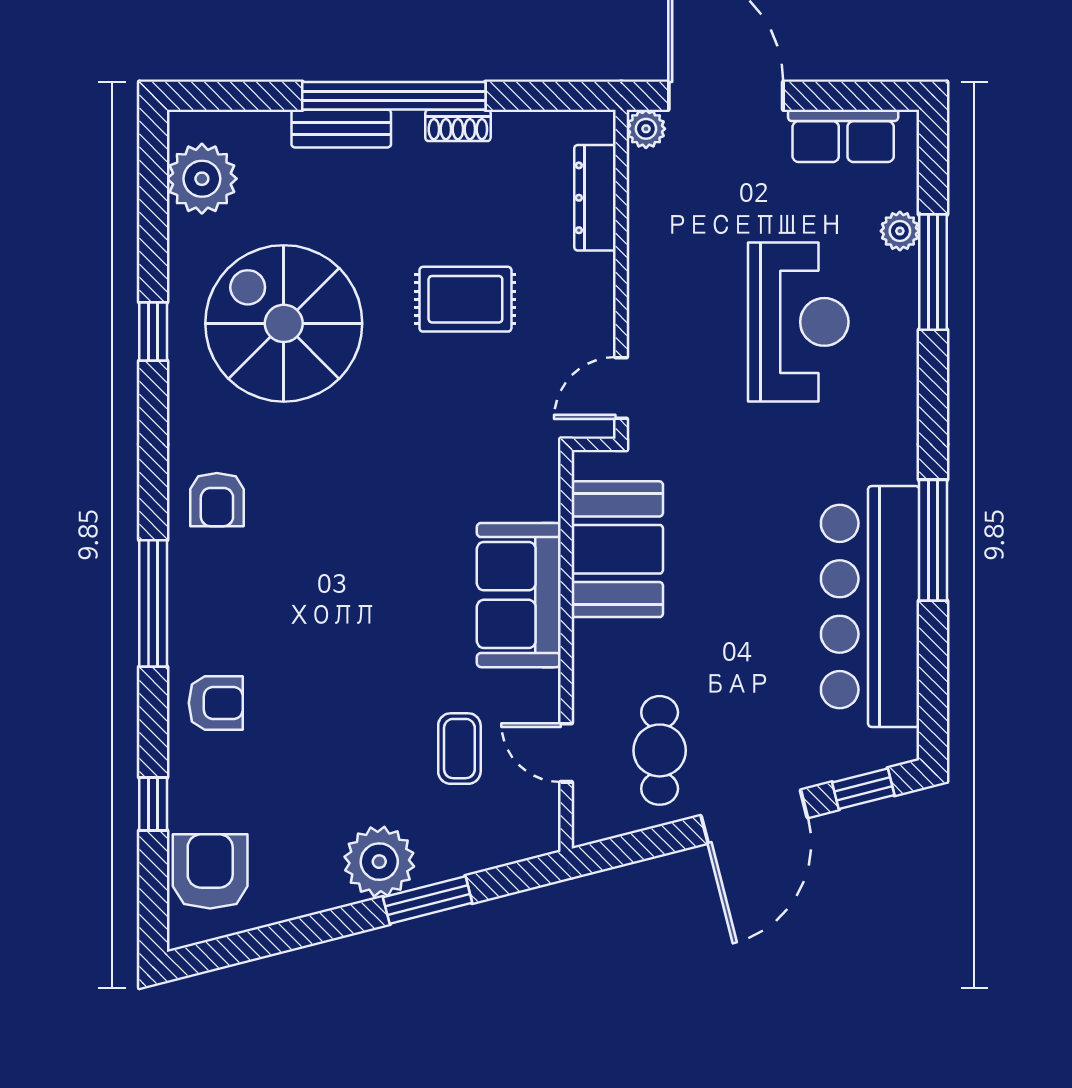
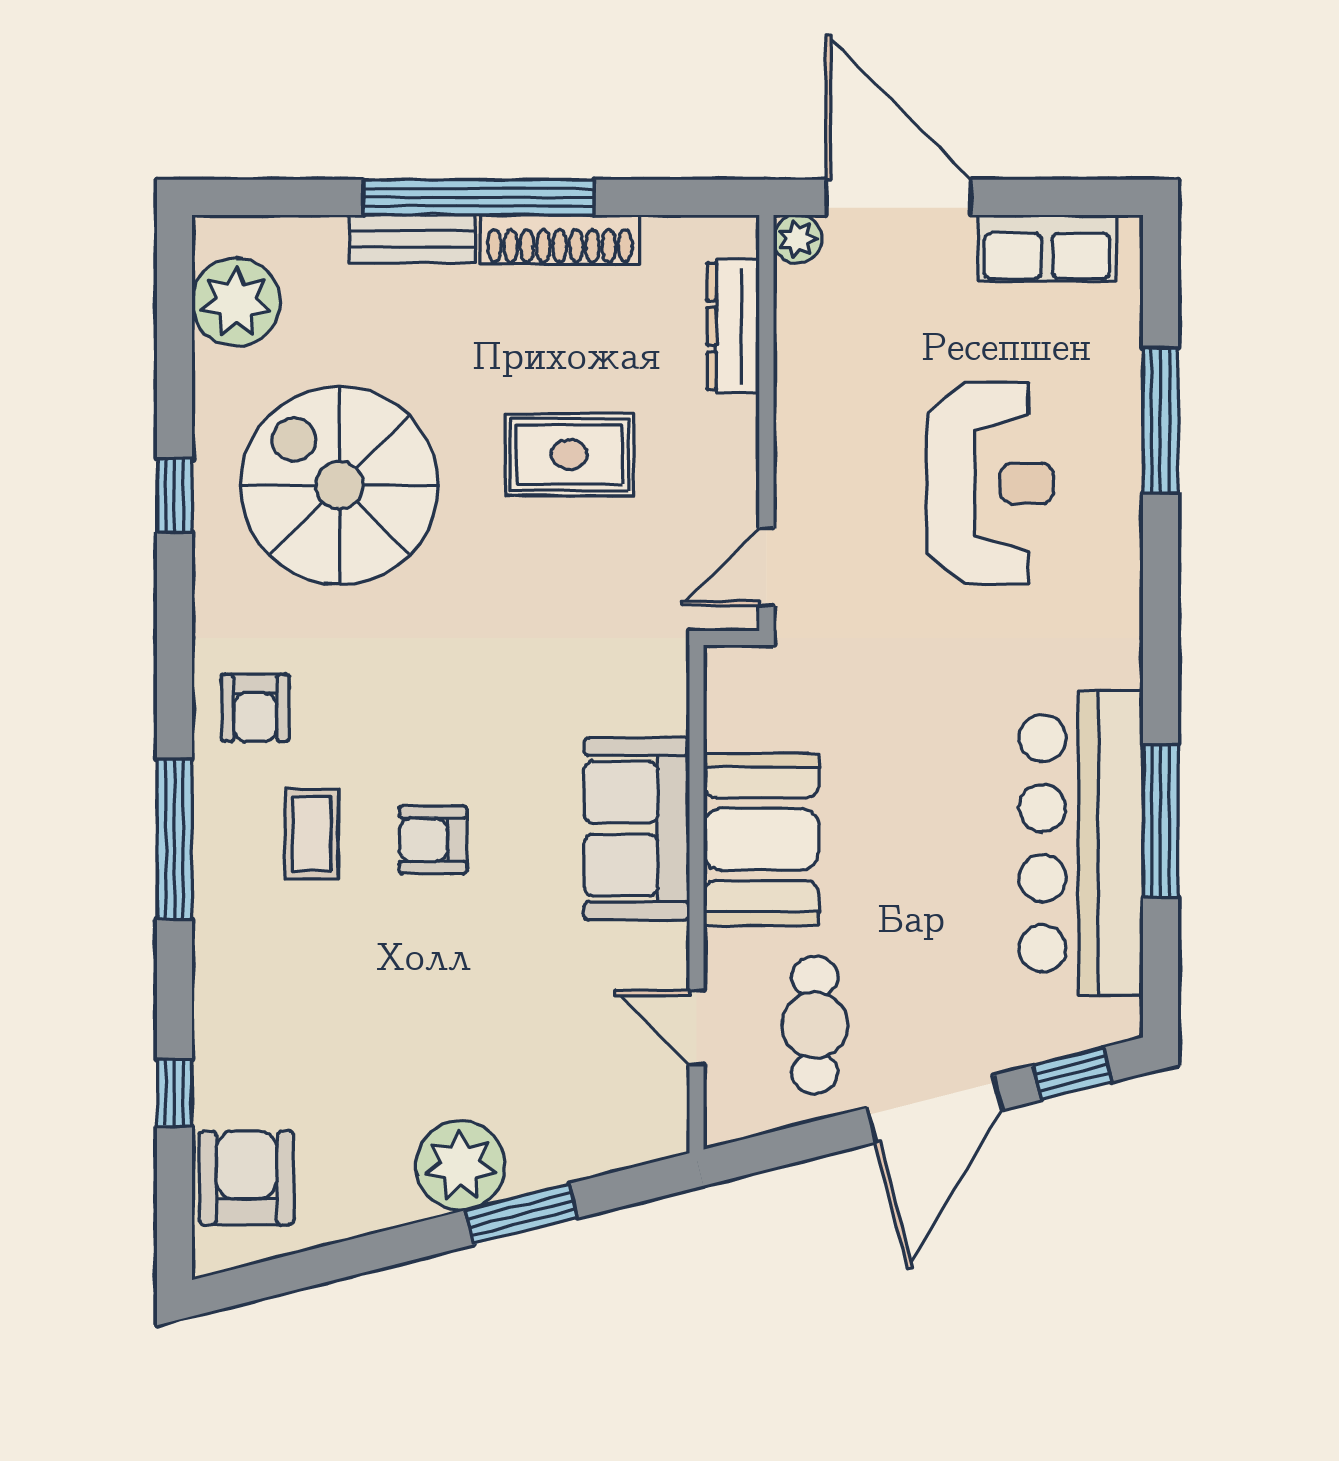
shoe rack: (458, 125) -> (560, 240), width x1.94, depth x1.24
plant: (900, 231) -> (1119, 368), removed
window: (933, 540) -> (1160, 821), moved
booth: (617, 549) -> (761, 839), moved
armchair: (216, 703) -> (433, 840), moved, turned 180
coffee table: (459, 749) -> (312, 834), moved

